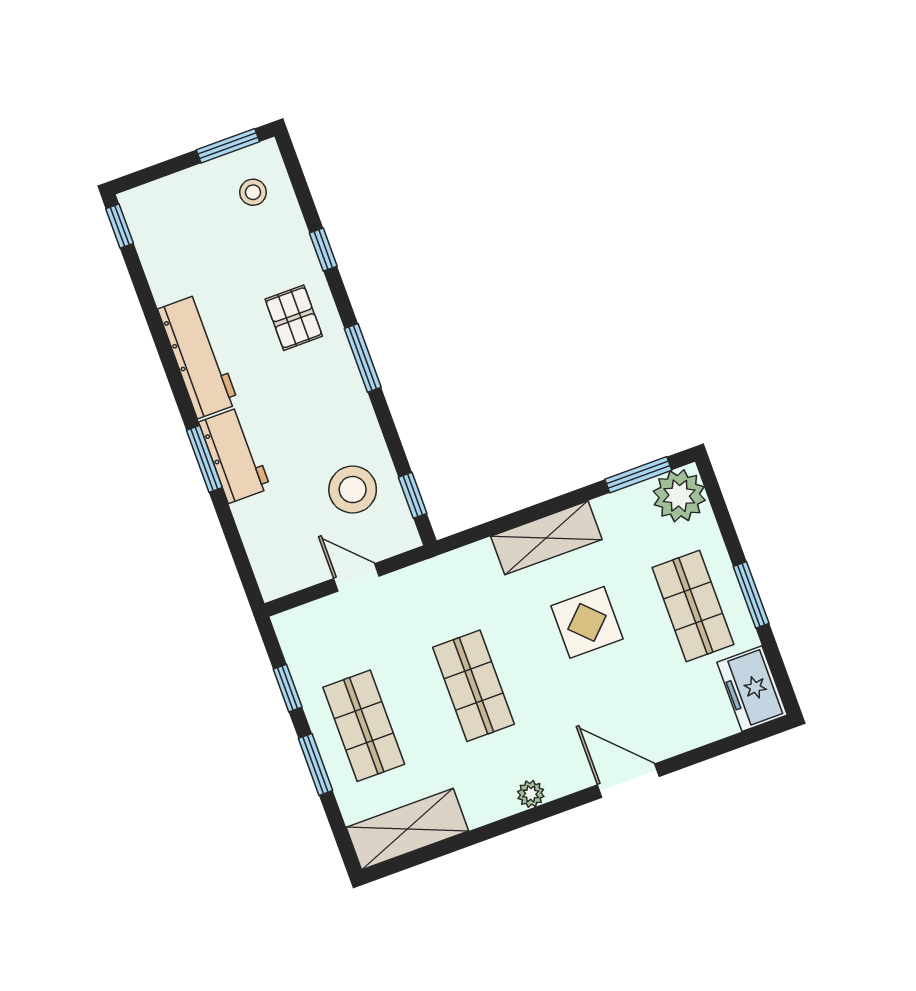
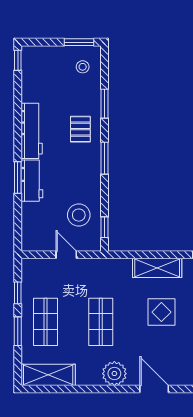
window: (323, 250) -> (105, 104), width x1.50
plant: (531, 794) -> (114, 374), width x1.87, depth x1.87

